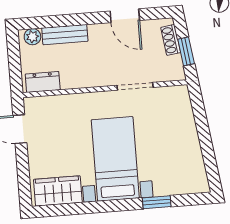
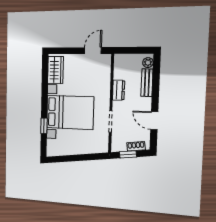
door: (125, 16) -> (154, 121), hinge flipped
dresser: (43, 82) -> (119, 90), moved
bed with nightstands: (115, 159) -> (70, 112), width x1.36

